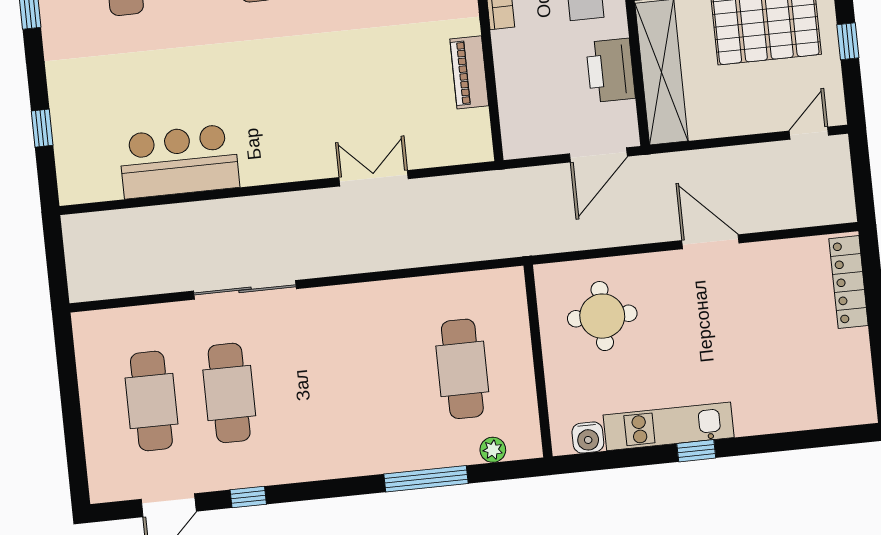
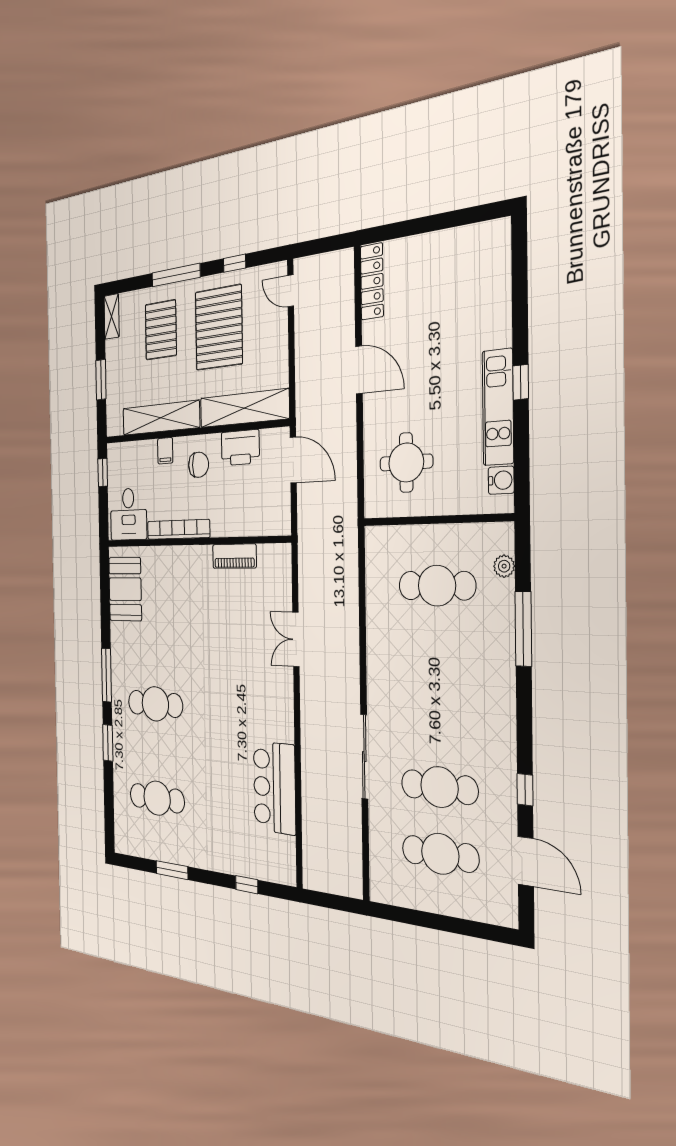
door: (710, 242) -> (359, 370), swing flipped
locker: (849, 282) -> (372, 281), moved, turned -90

